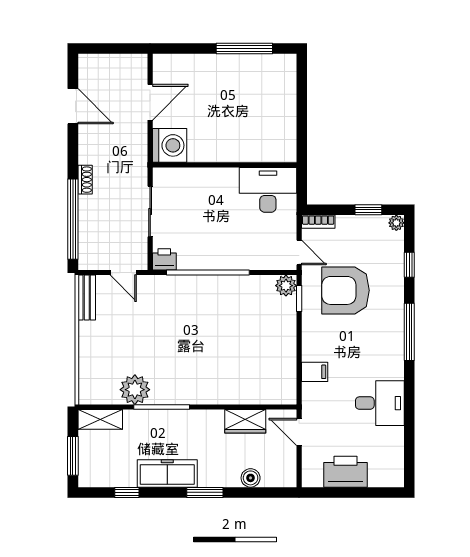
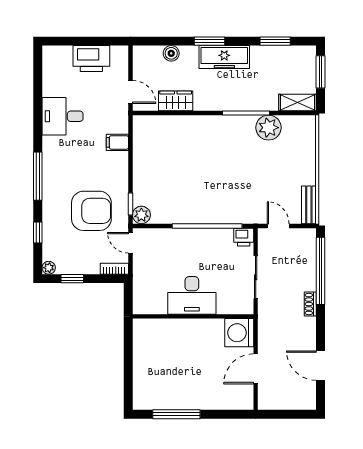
desk: (268, 190) -> (192, 295), moved
freezer: (167, 473) -> (224, 57), moved
window: (127, 492) -> (275, 41), width x1.50

